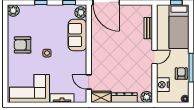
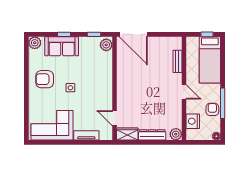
sofa: (77, 35) -> (62, 46), moved, turned -90
door: (154, 57) -> (184, 92), hinge flipped

